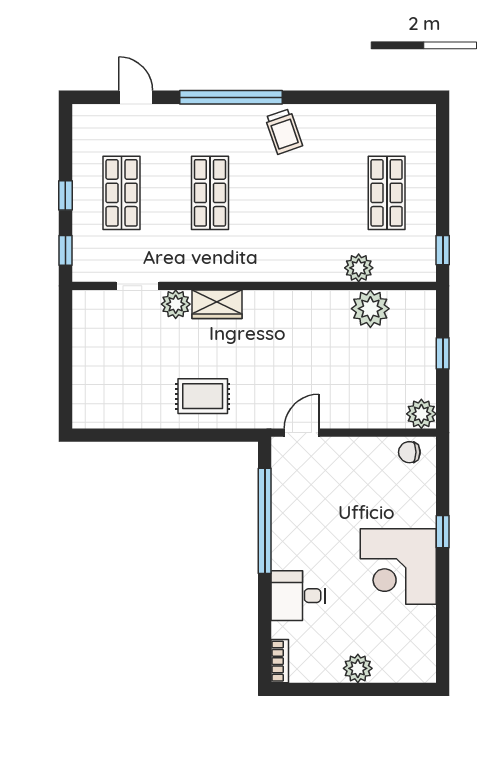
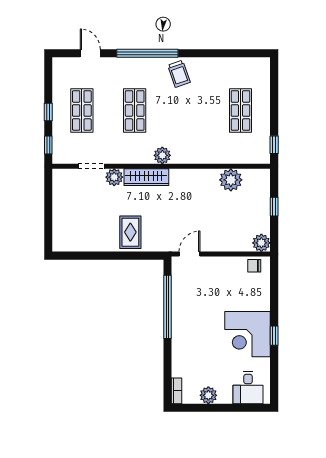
plant: (359, 268) -> (162, 155), moved
wardrobe: (217, 304) -> (146, 177), width x1.50
rug: (203, 396) -> (130, 232), turned 90
window: (443, 532) -> (274, 336), moved
desk: (298, 596) -> (248, 388), moved, turned -90
plant: (358, 668) -> (208, 395), moved

